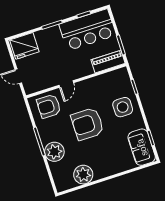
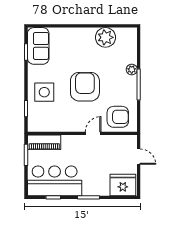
armchair: (87, 124) -> (85, 87), turned -90
plant: (54, 152) -> (132, 70), width x0.53, depth x0.53

